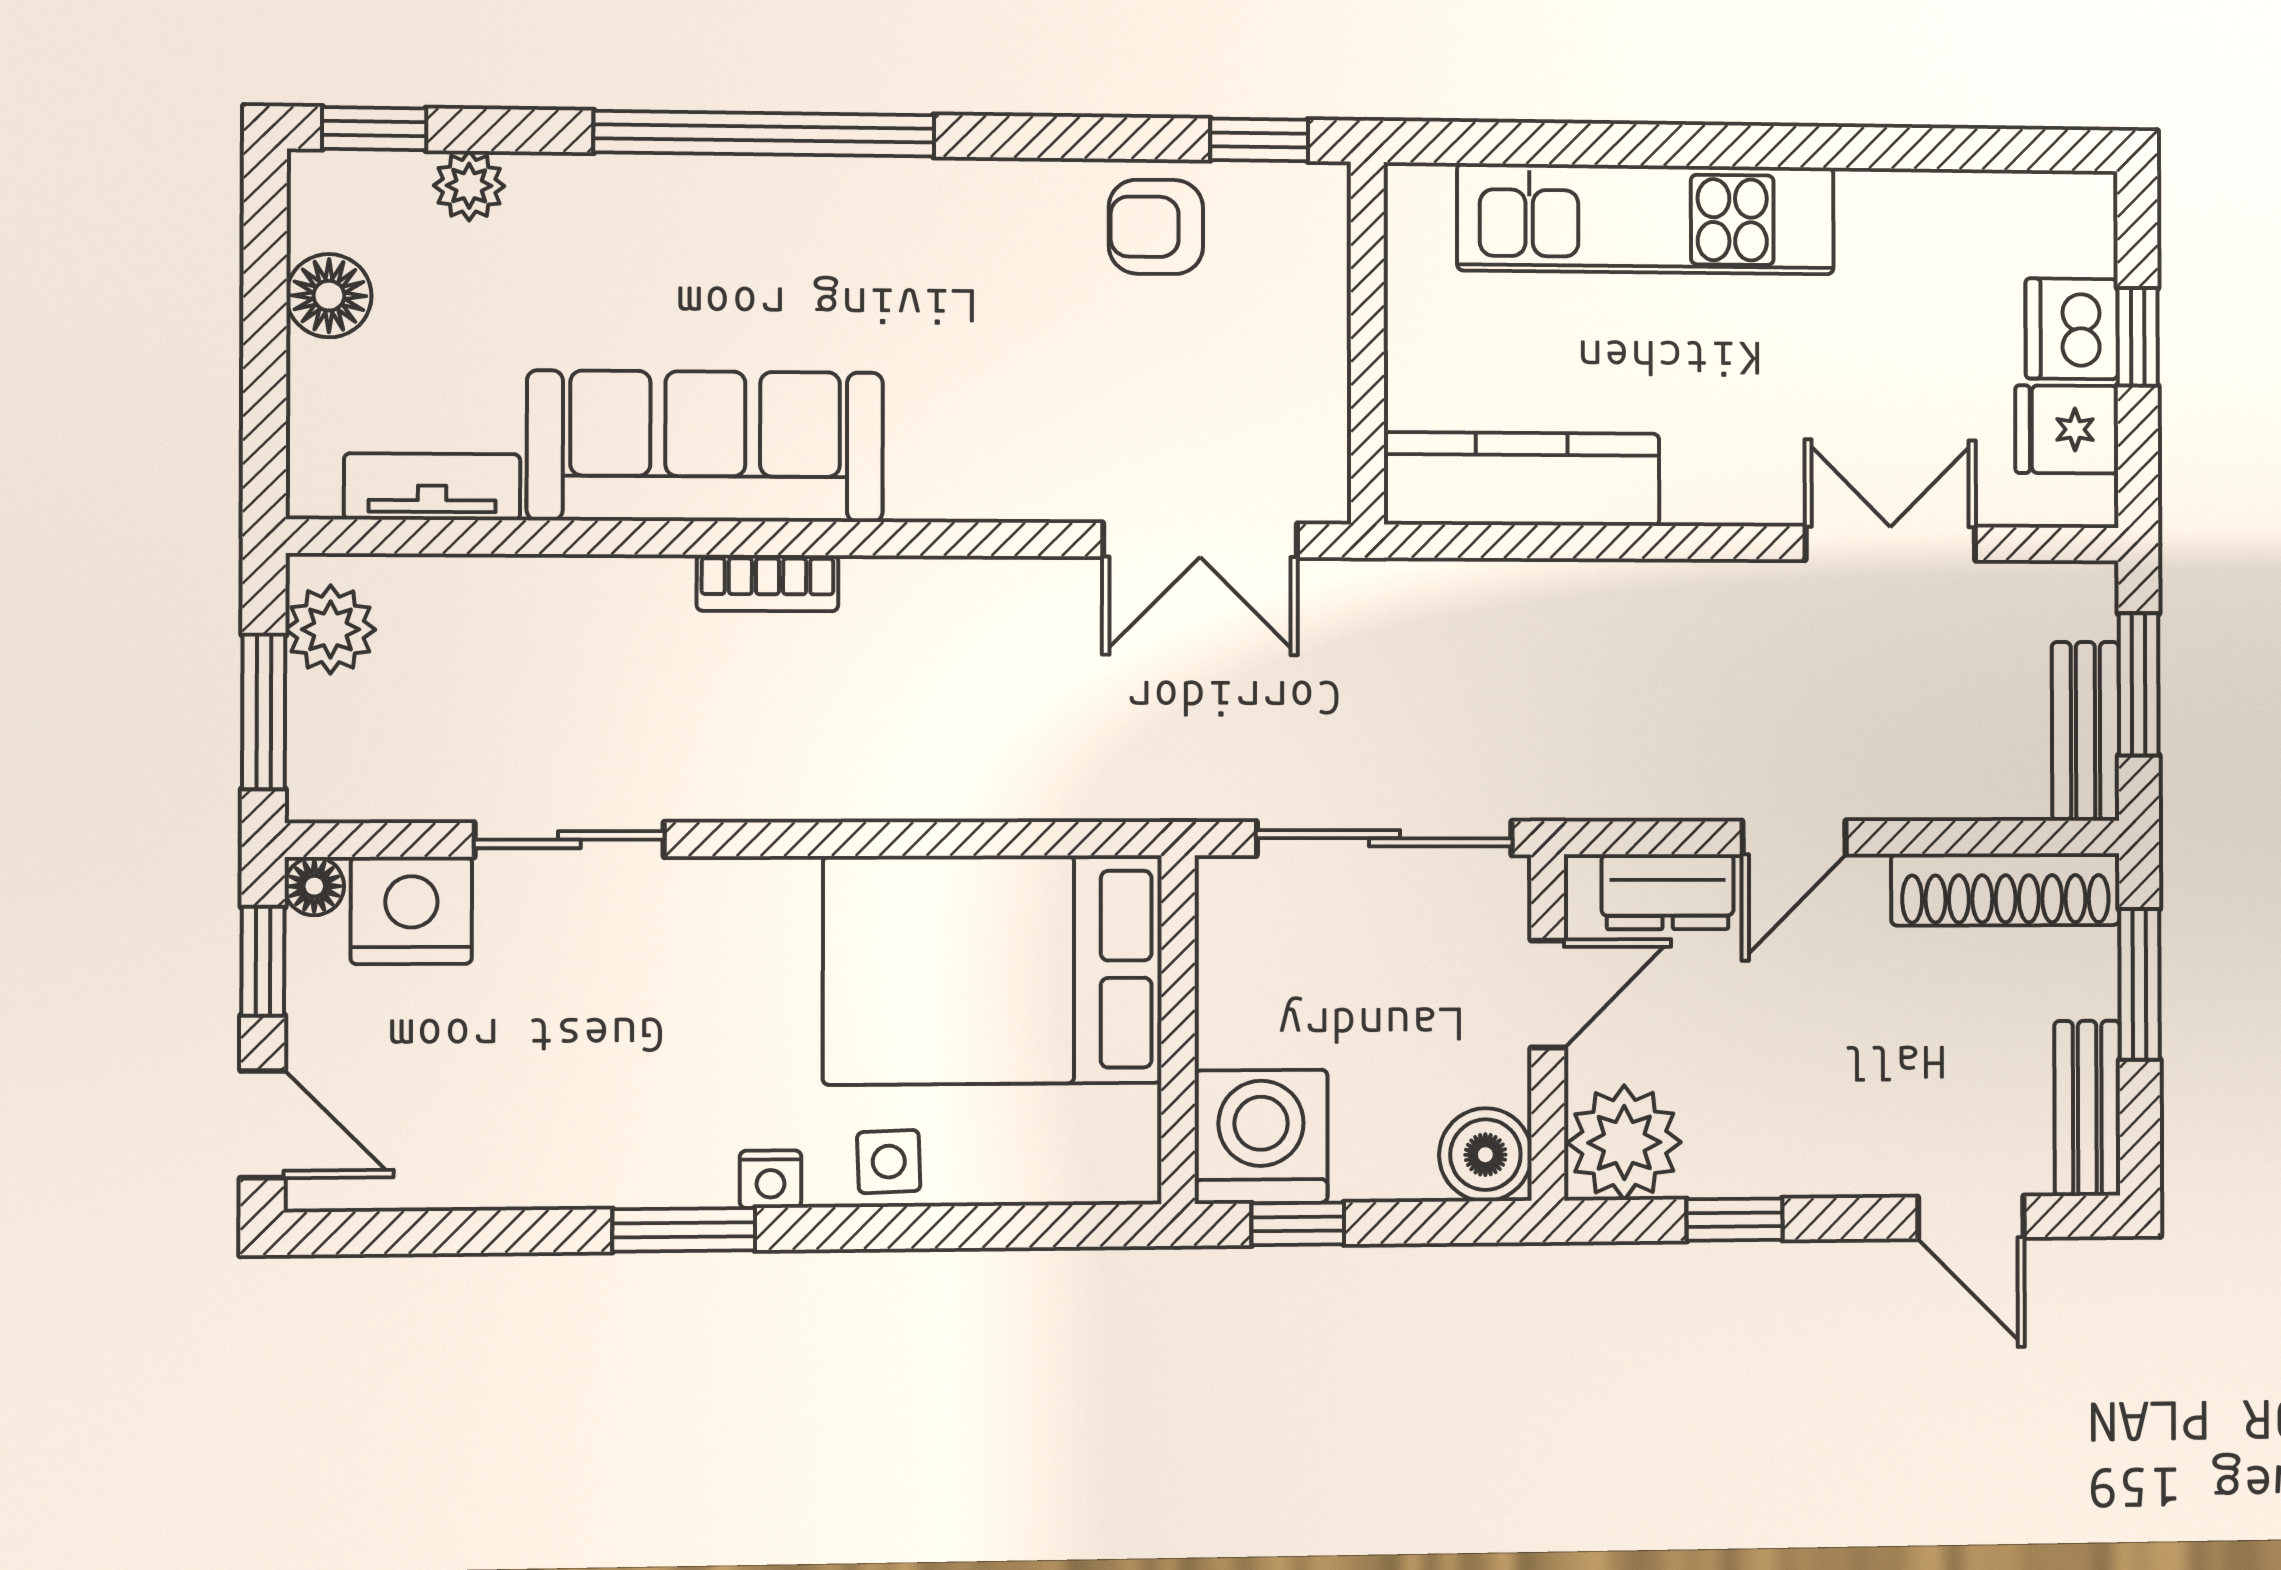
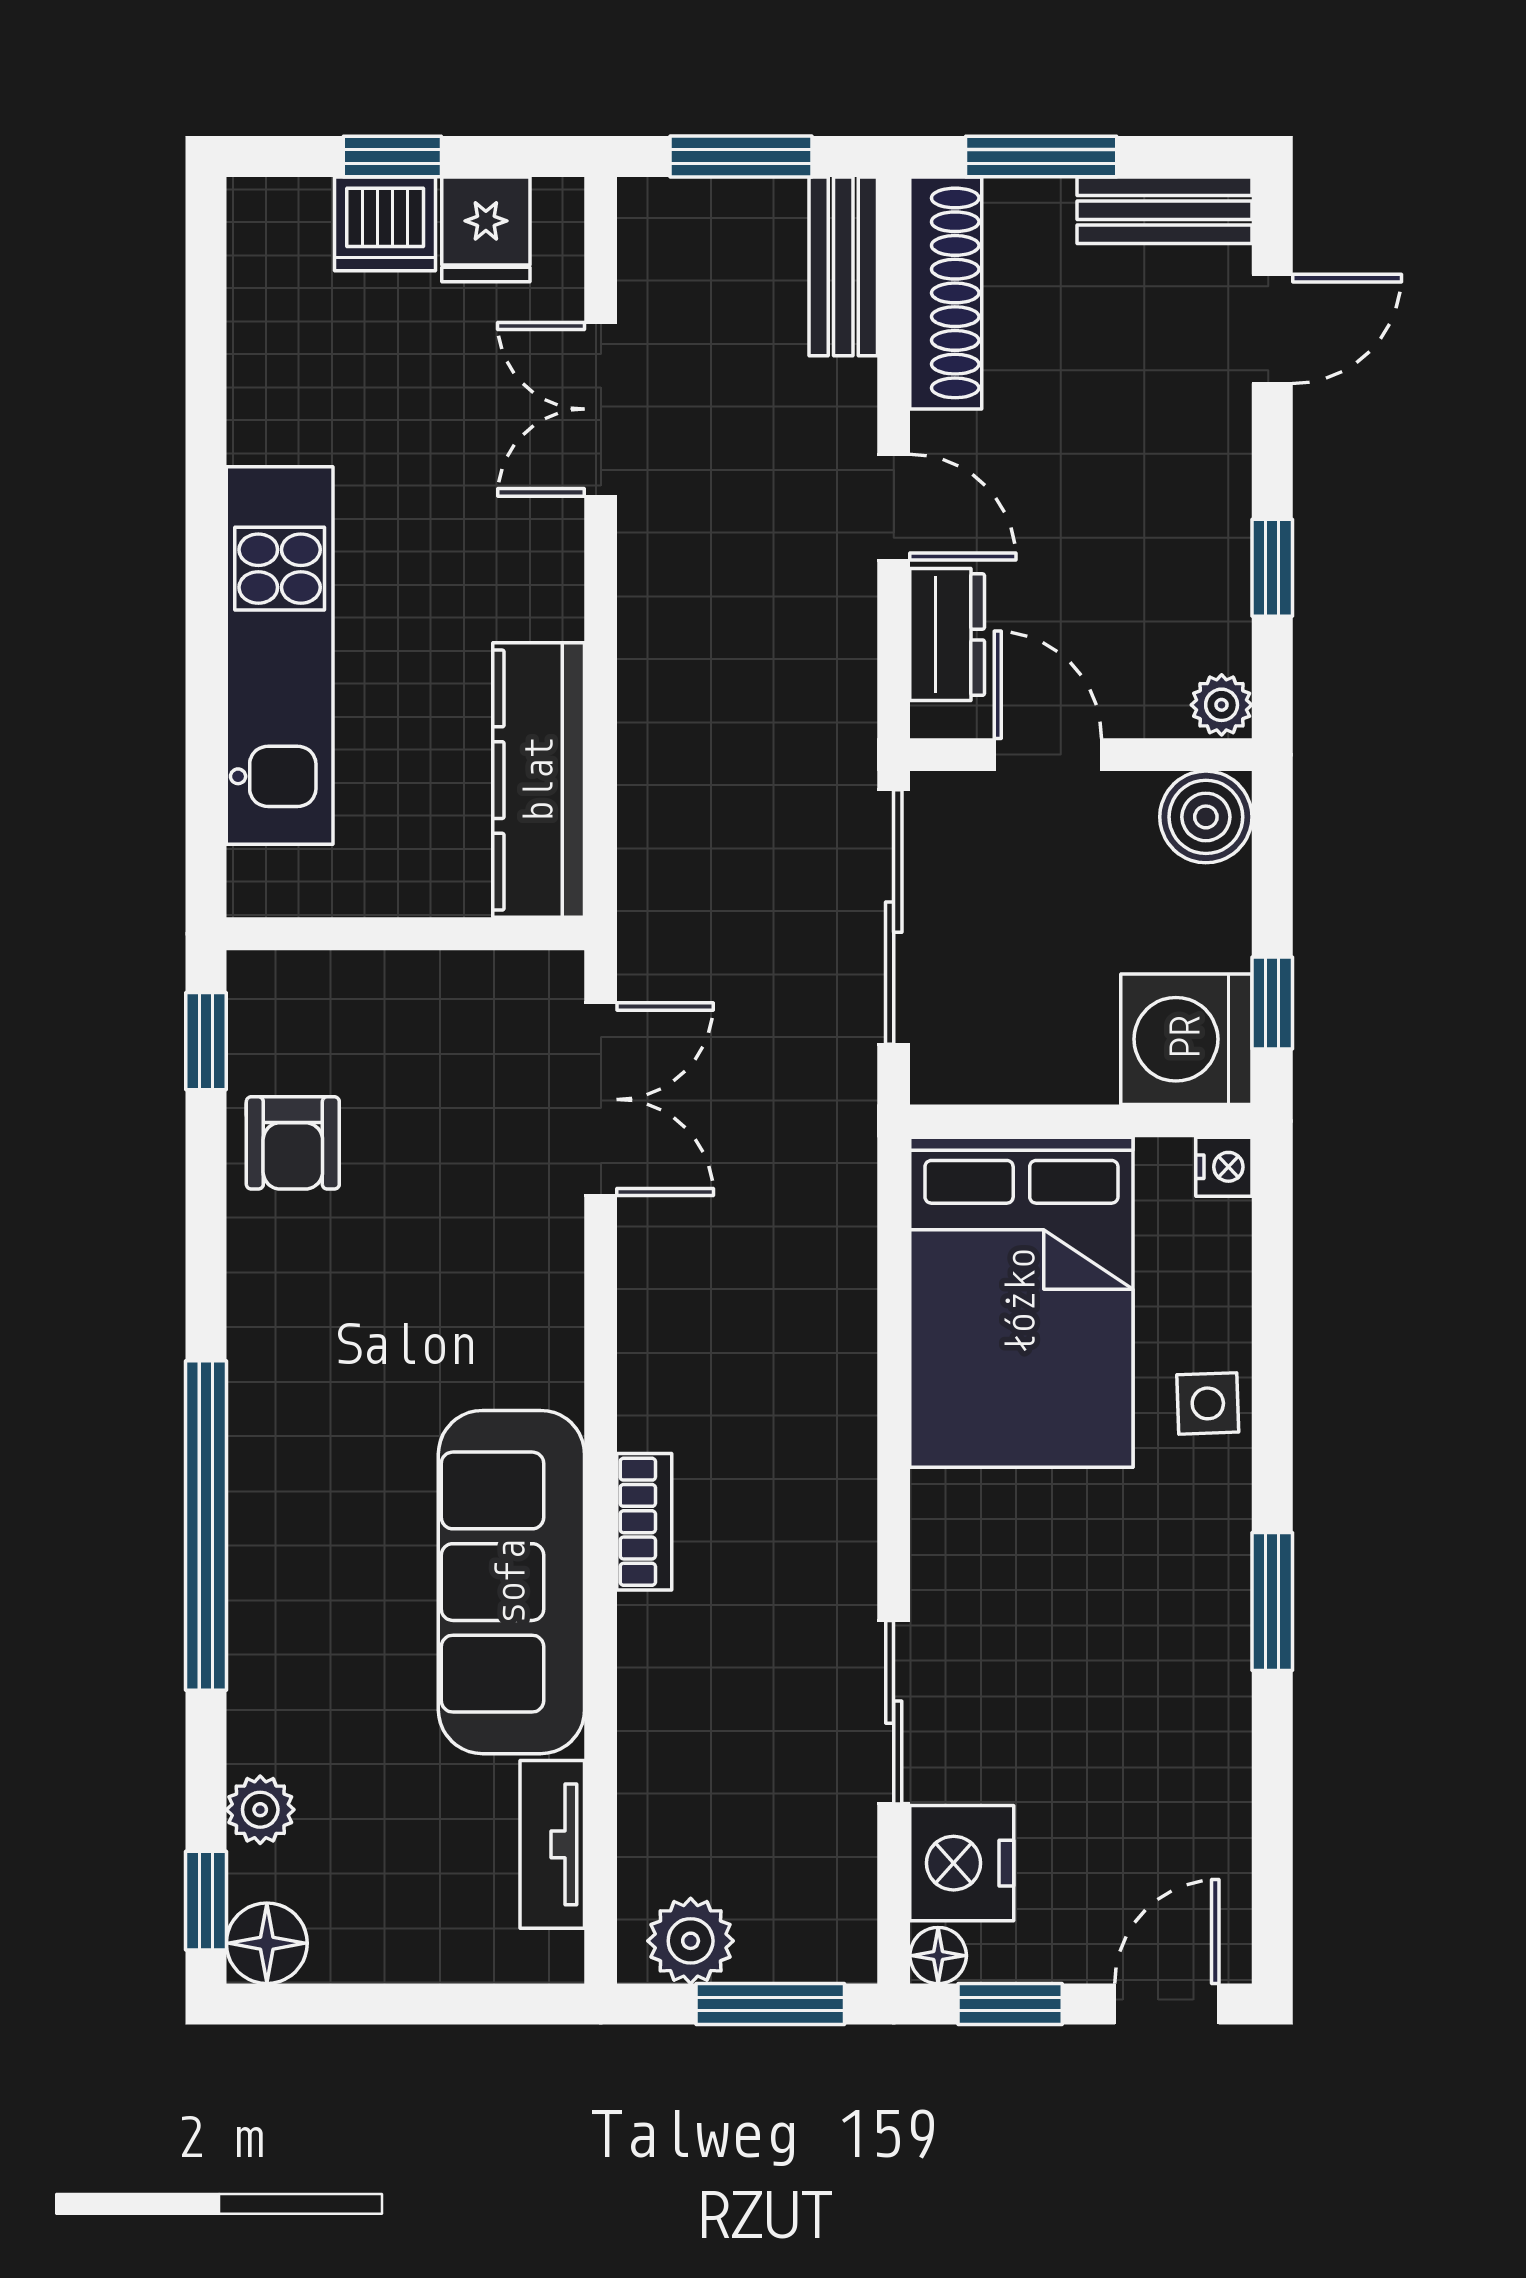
floor lamp: (329, 296) -> (267, 1943), moved
bench: (2086, 731) -> (843, 266), moved, turned 90
plant: (1624, 1143) -> (1222, 705), width x0.53, depth x0.53
nightstand: (770, 1179) -> (1224, 1167), moved

